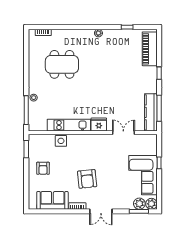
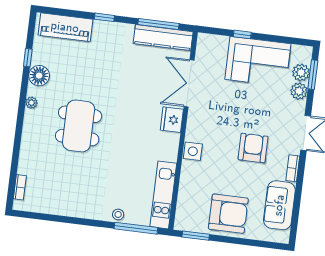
floor lamp: (116, 36) -> (39, 76), added
dining table: (62, 64) -> (79, 126), moved
kitchen unit: (69, 125) -> (163, 195), moved
double door: (123, 133) -> (189, 83), width x1.37
side table: (61, 141) -> (193, 151), moved
armchair: (43, 168) -> (228, 214), width x1.88, depth x1.88
armchair: (87, 179) -> (253, 148), turned -84
plant: (151, 204) -> (299, 91), moved

